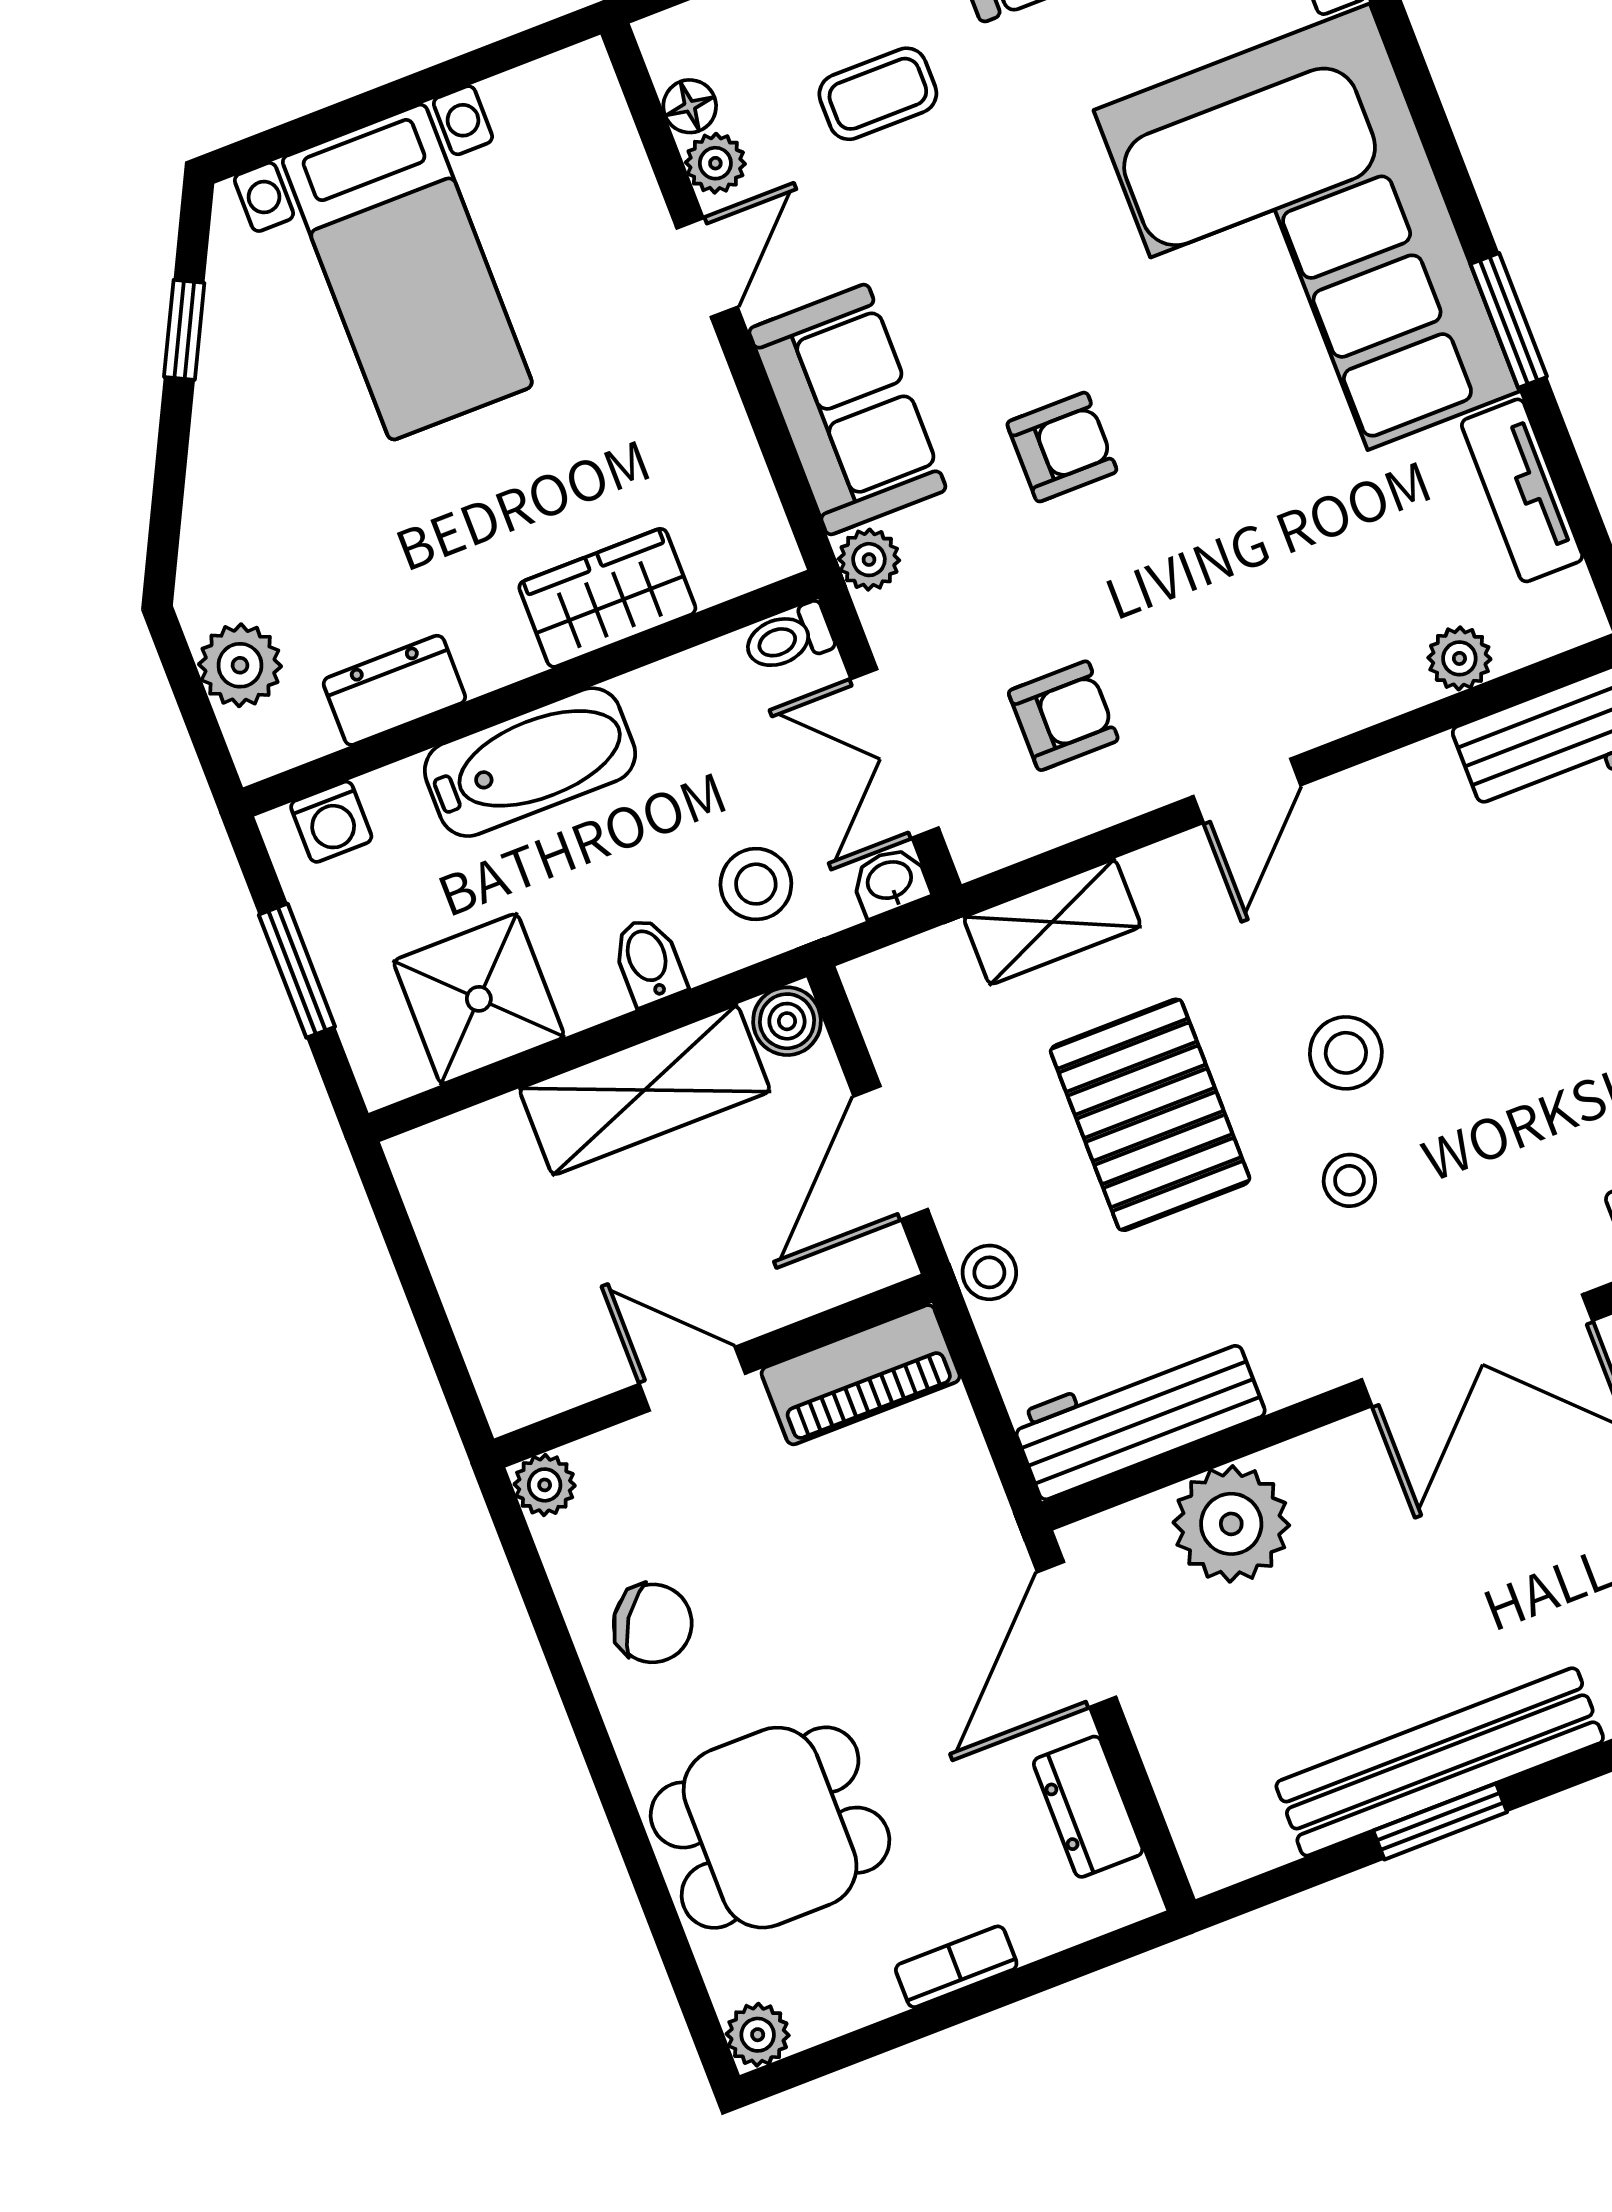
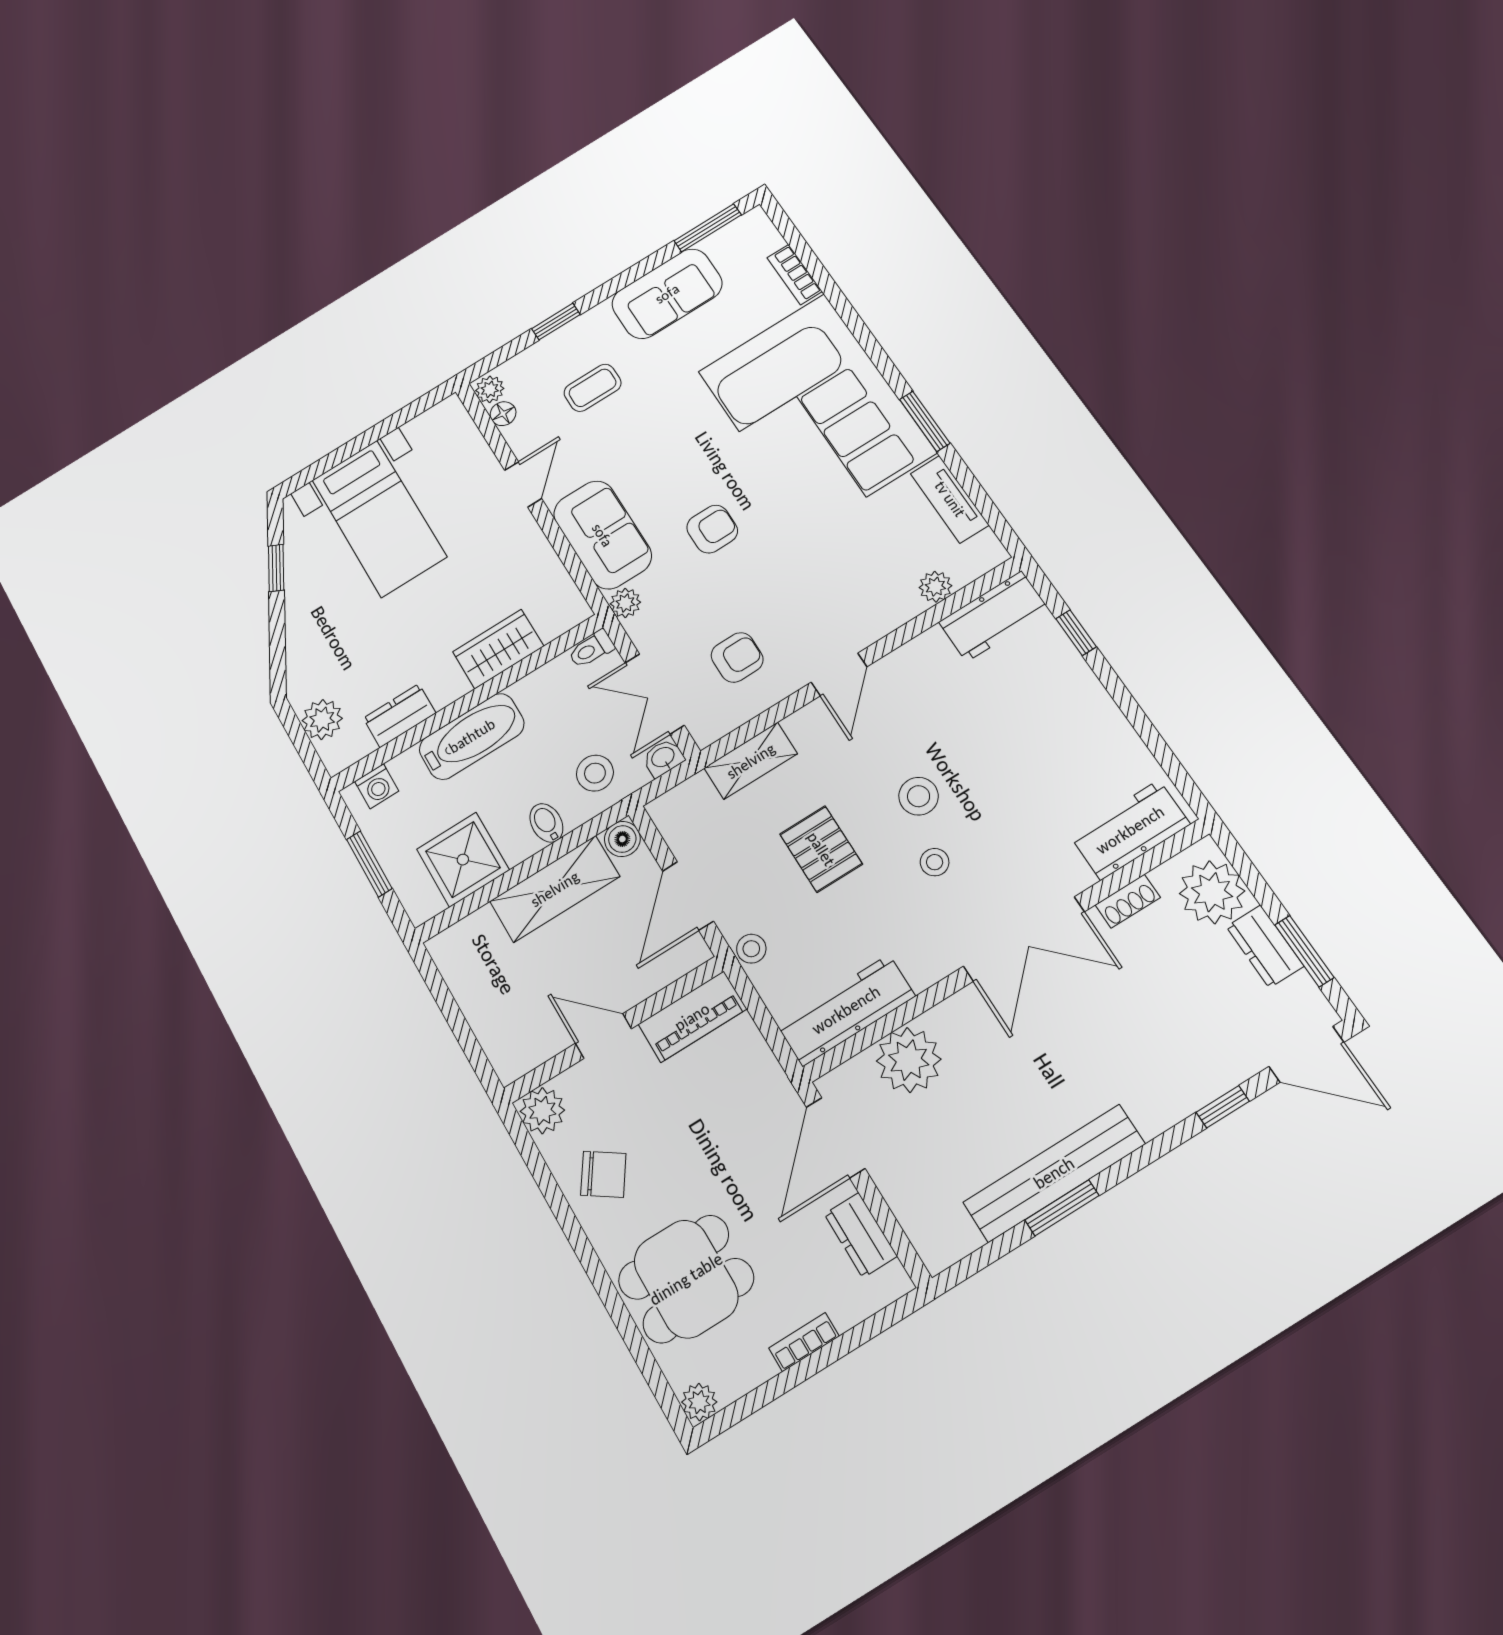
plant: (715, 163) -> (490, 389), moved
pallet: (1150, 1115) -> (821, 849), width x0.67, depth x0.71
plant: (545, 1485) -> (542, 1111), width x1.38, depth x1.38

